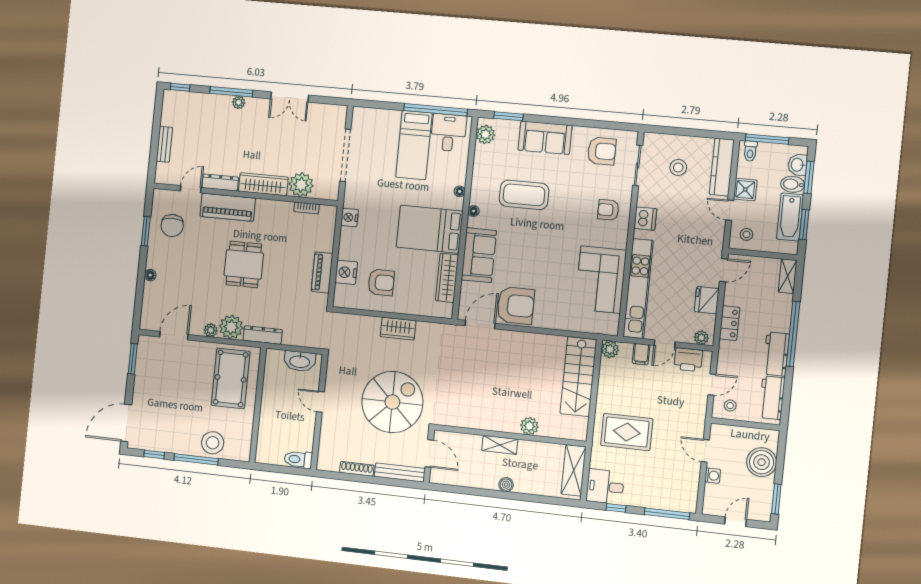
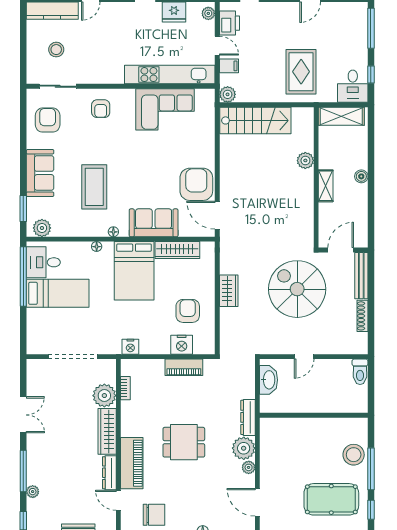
plant: (239, 102) -> (33, 492), moved
dishwasher: (645, 219) -> (105, 74), removed
pool table: (231, 378) -> (331, 499), moved

